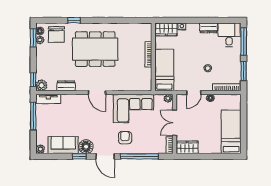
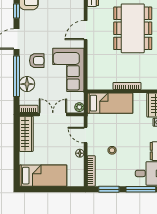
floor lamp: (86, 147) -> (27, 84), moved
wardrobe: (187, 147) -> (26, 134), width x1.50

